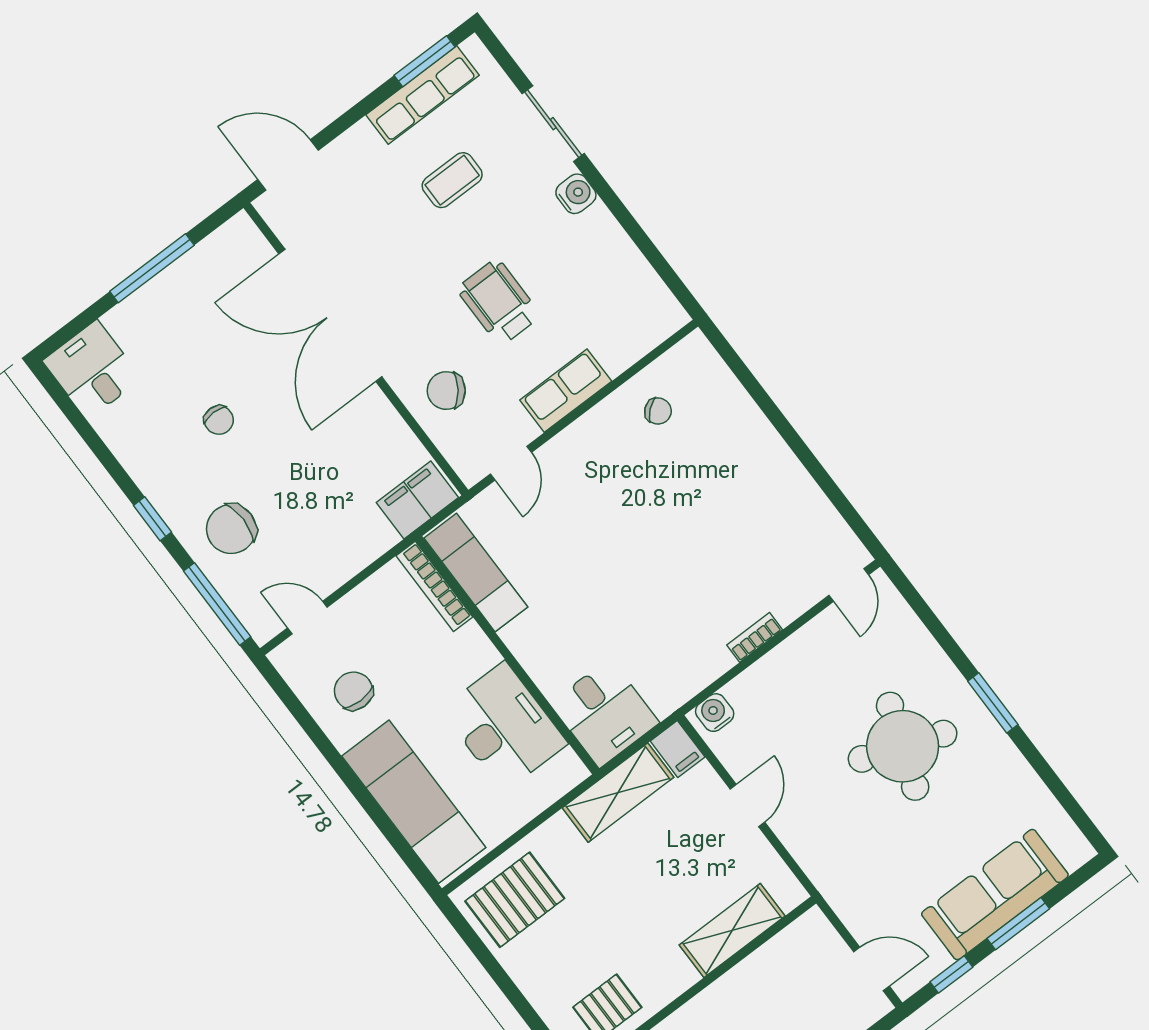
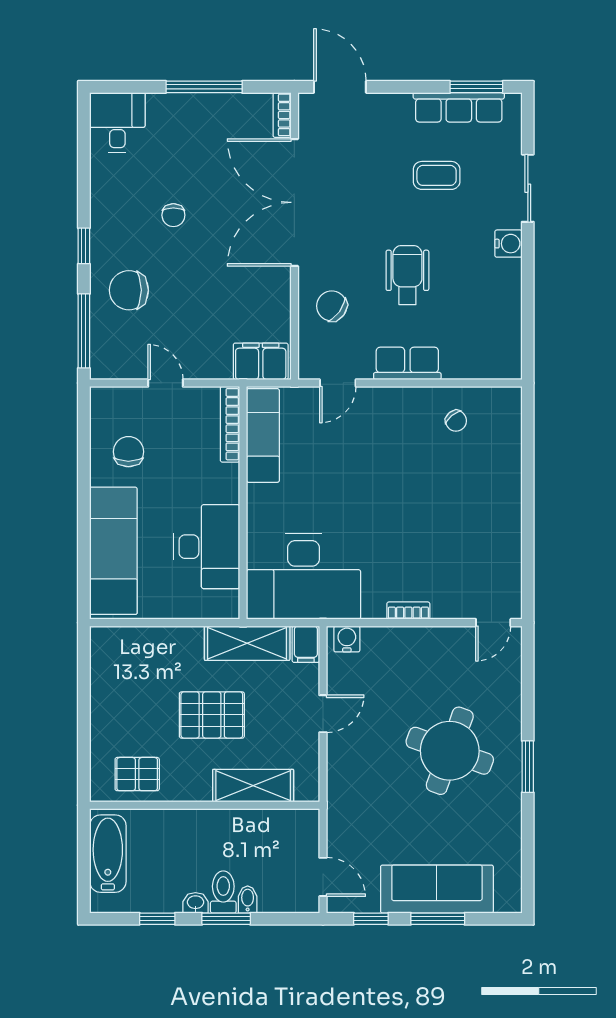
bookcase: (251, 237) -> (282, 115), added
door: (307, 618) -> (165, 383), moved
desk: (605, 713) -> (304, 576), width x1.87, depth x1.30
pallet: (515, 900) -> (212, 715), moved

